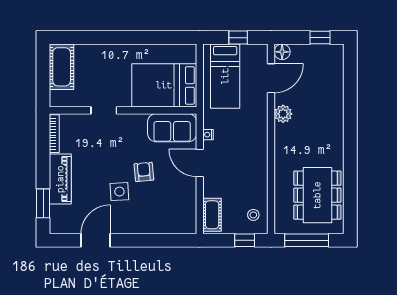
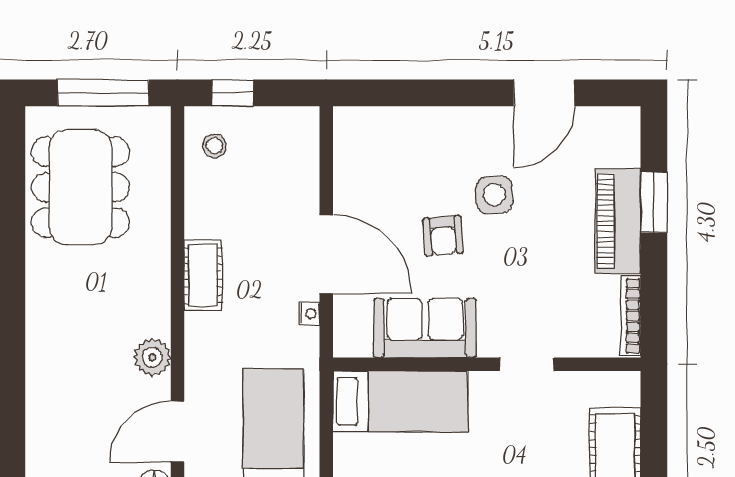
bed: (164, 85) -> (401, 401), width x0.67
sofa: (172, 128) -> (425, 328), moved
door: (200, 163) -> (326, 254), width x1.36
window: (43, 203) -> (654, 202), moved
cot: (212, 215) -> (203, 275), moved

